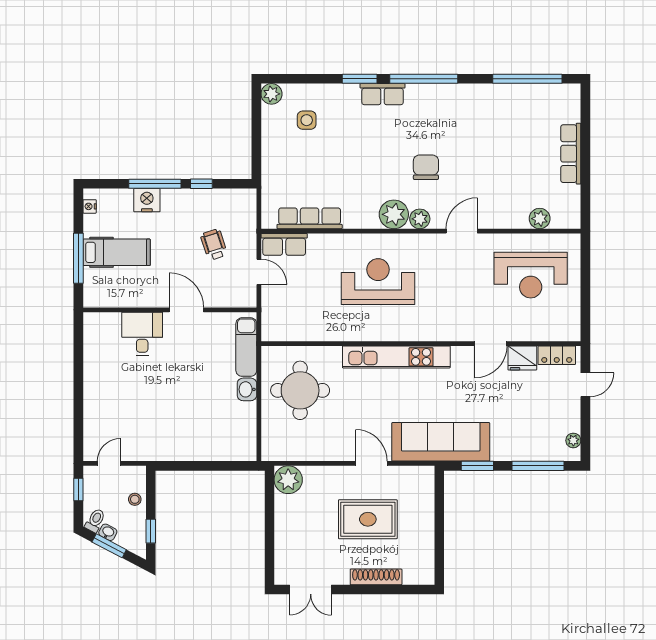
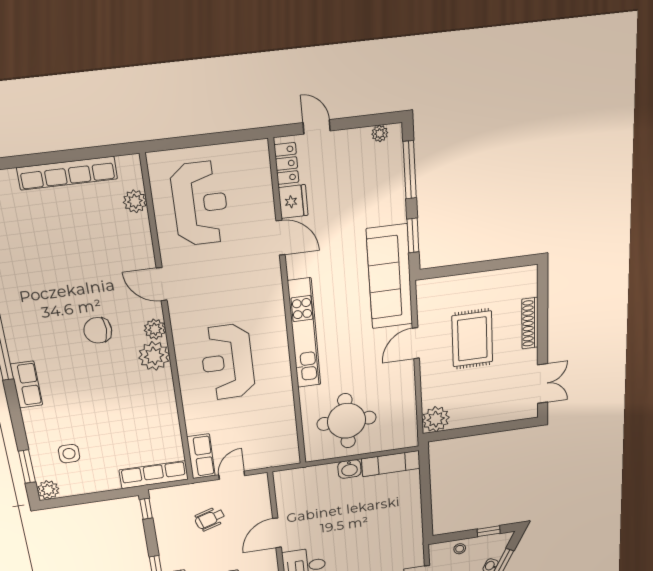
window: (360, 79) -> (27, 467), moved
row of seats: (571, 154) -> (67, 173), width x1.36
window: (201, 184) -> (146, 509), moved
row of seats: (310, 218) -> (154, 475), moved, turned 90
exam couch: (246, 347) -> (391, 464), moved

